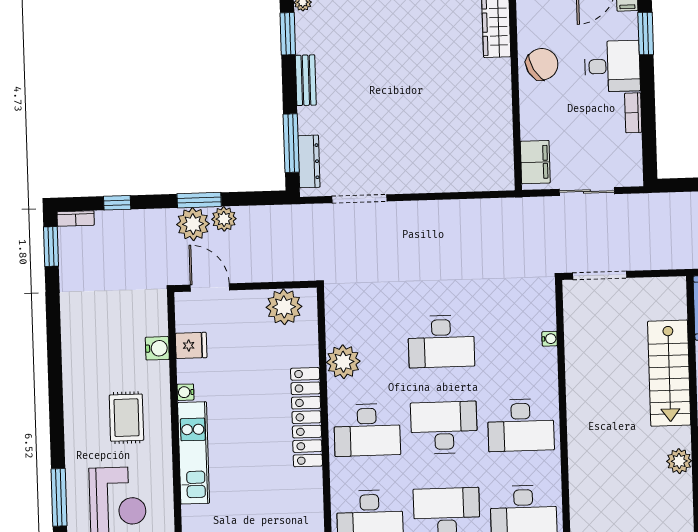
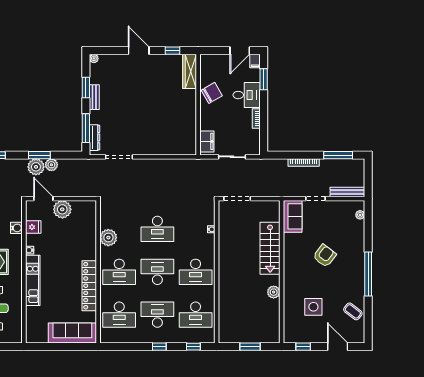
window: (288, 34) -> (86, 87), moved
plant: (284, 307) -> (62, 209), moved
locker: (306, 417) -> (89, 286), moved

